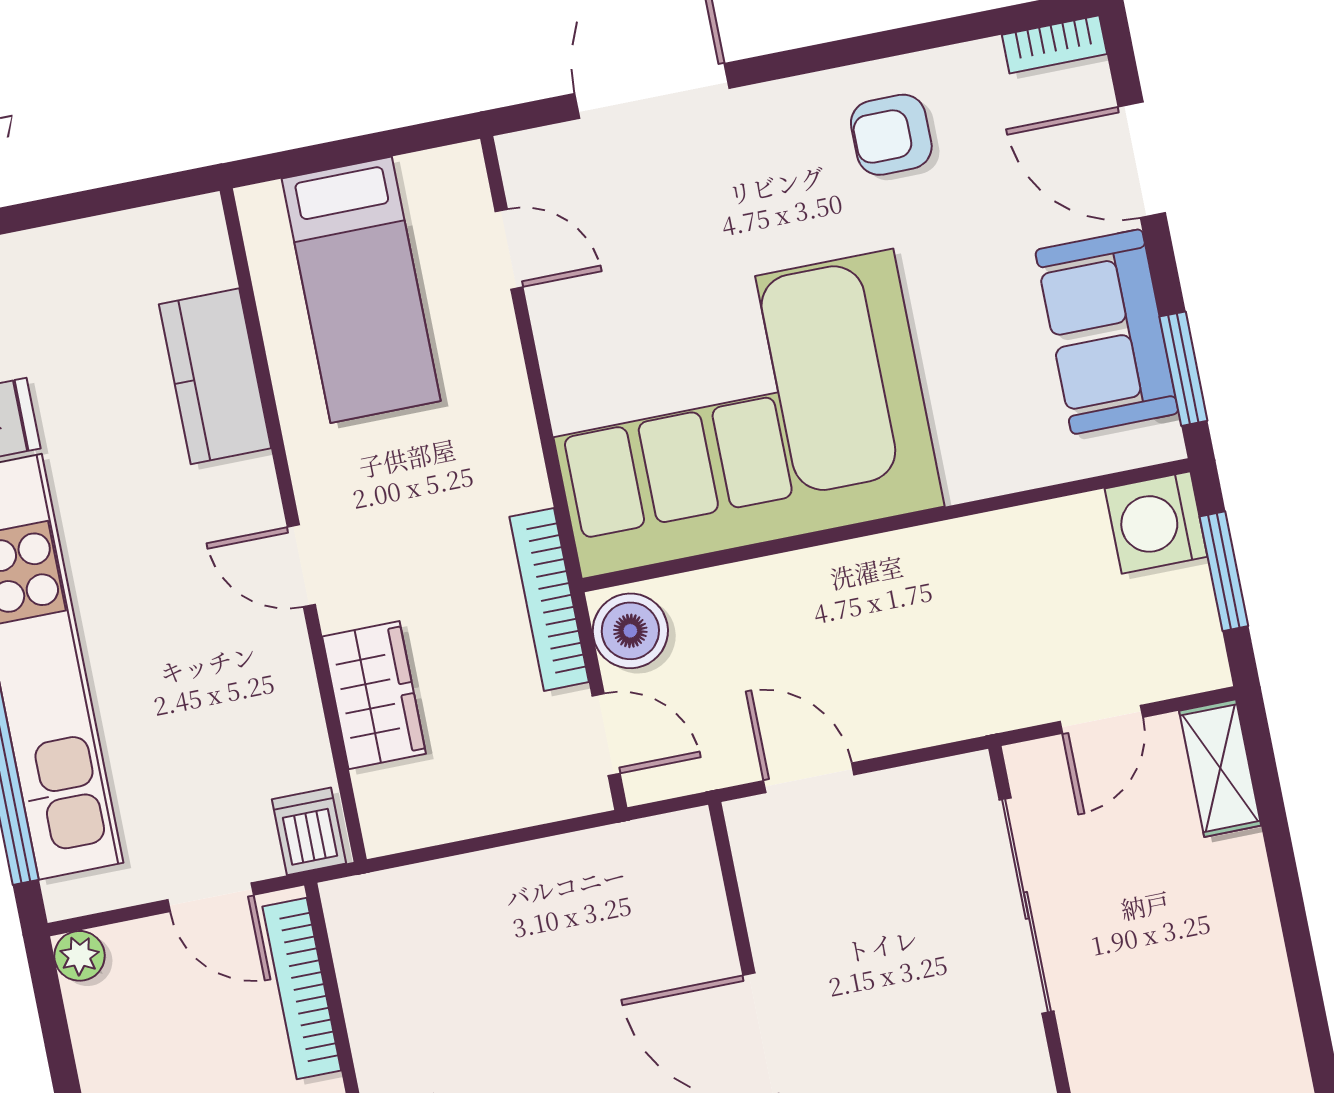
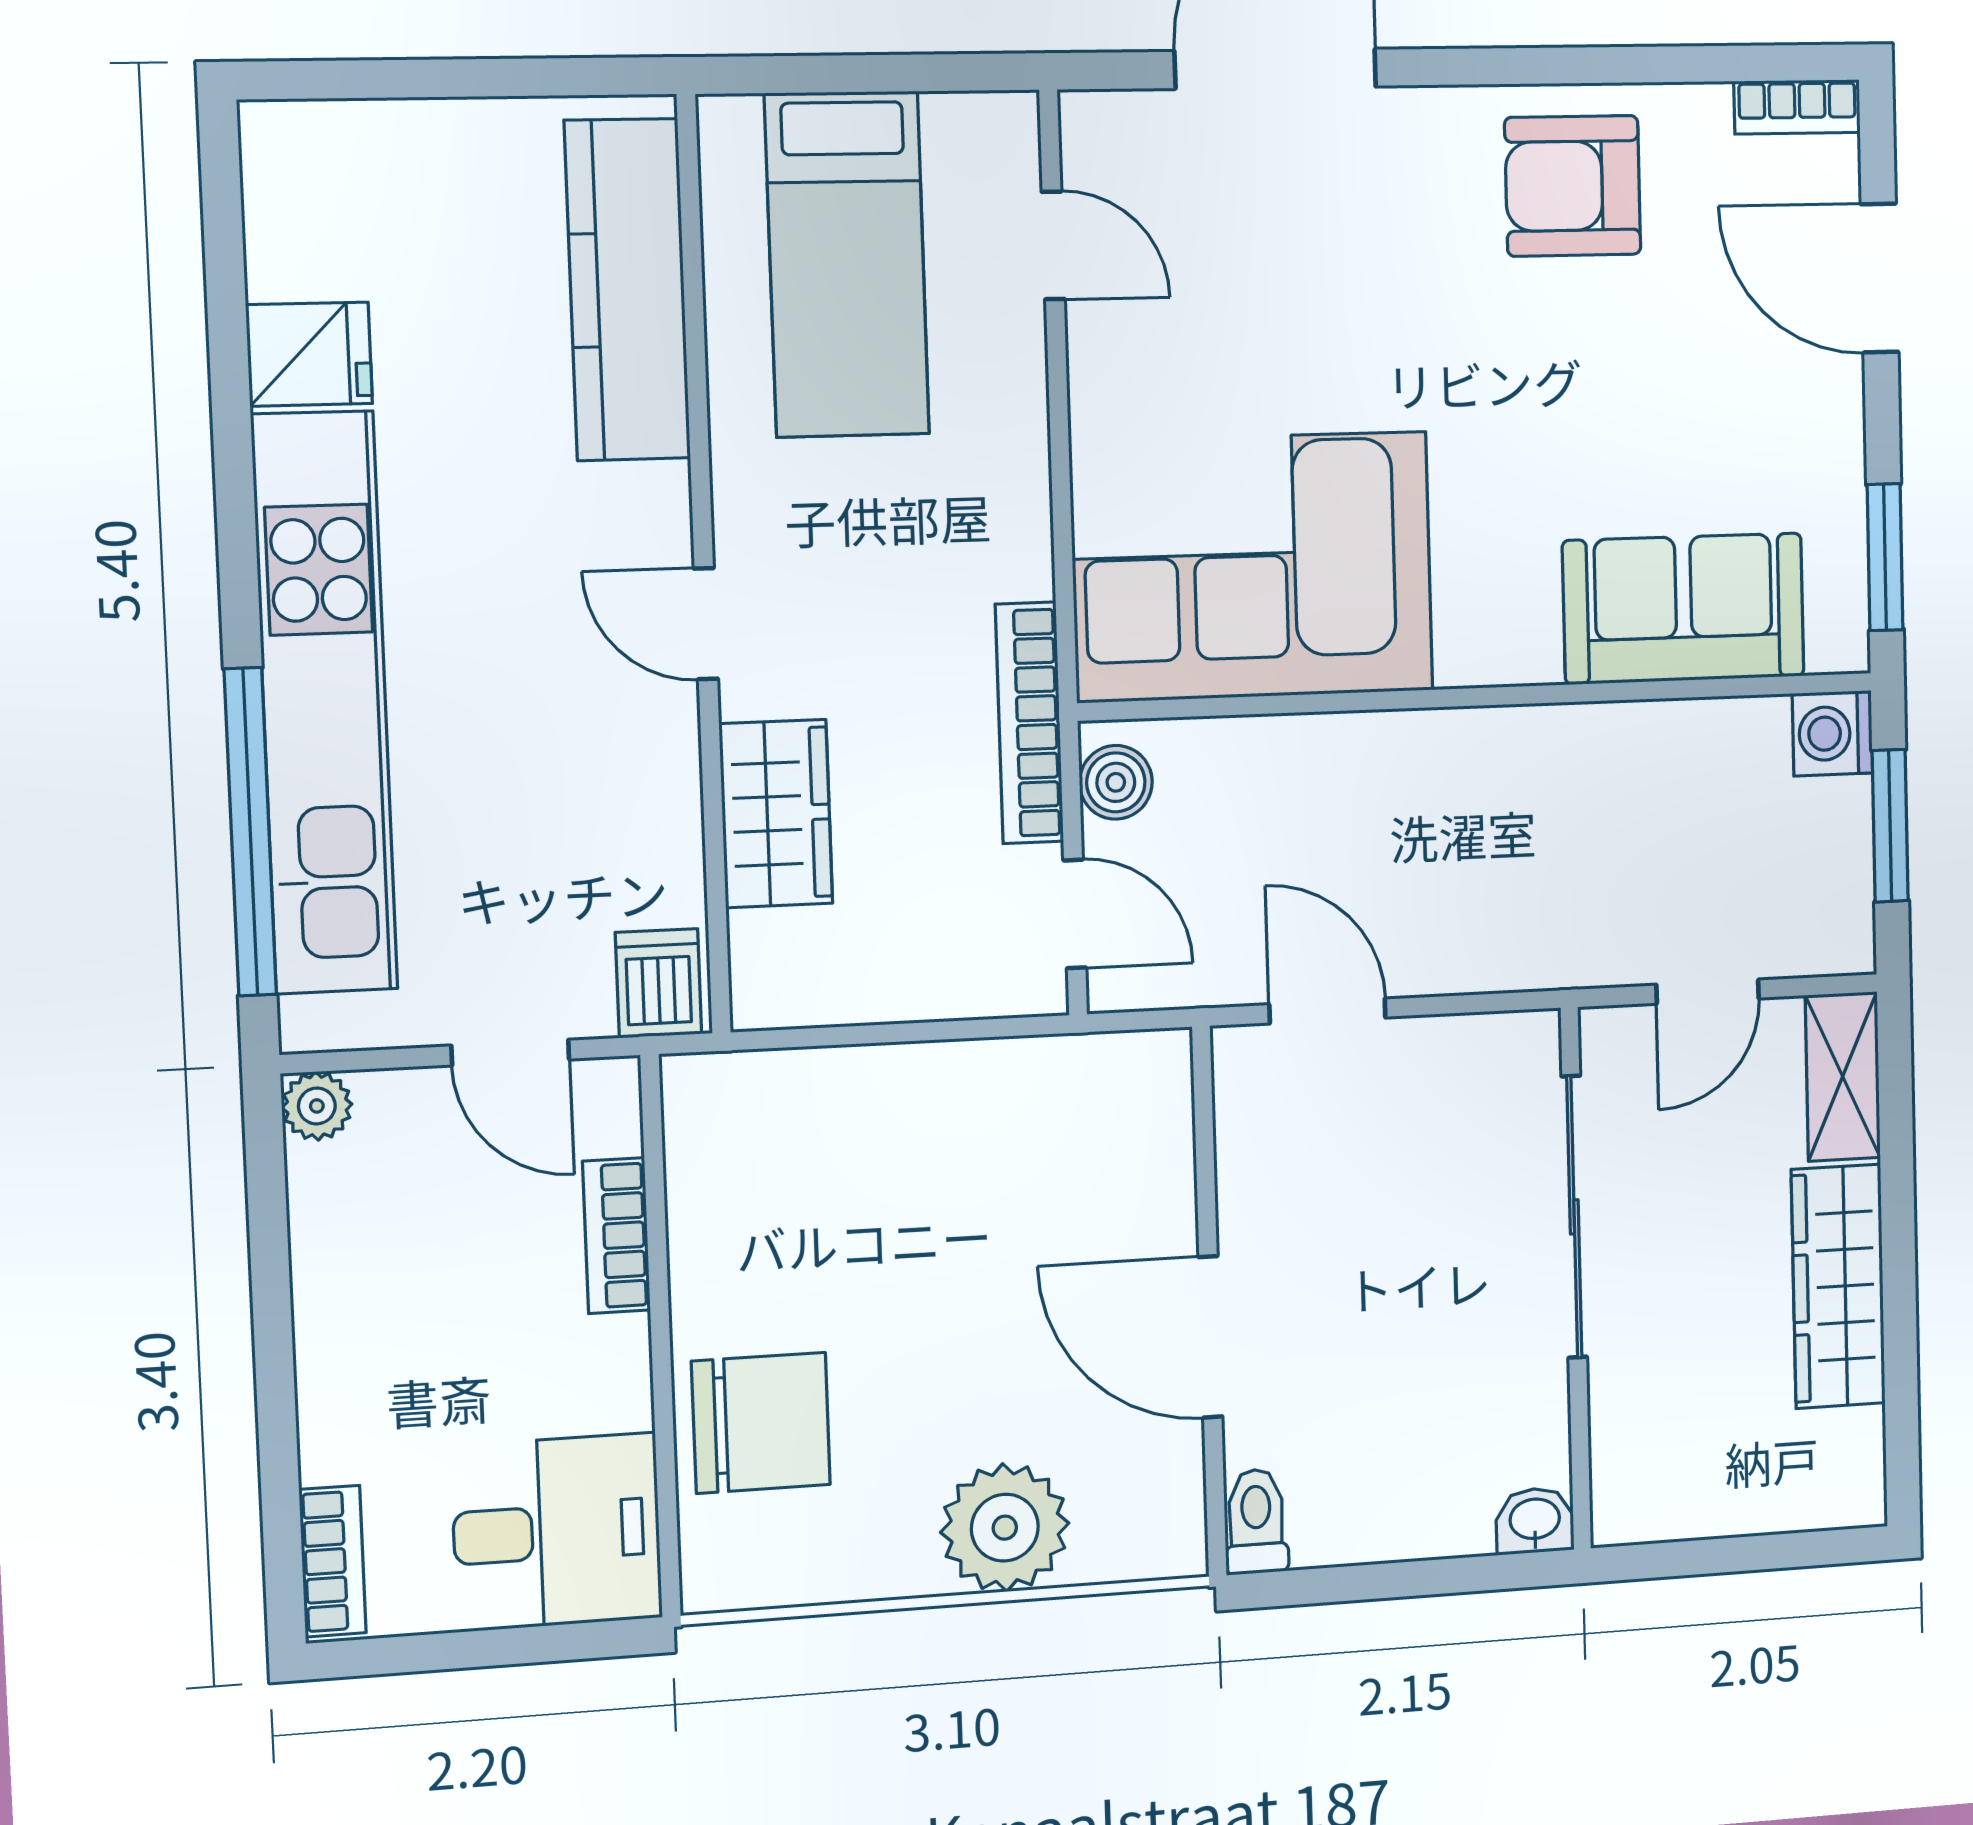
armchair: (891, 135) -> (1573, 186), width x1.38, depth x1.38
sofa: (1107, 332) -> (1684, 609), moved, turned 90
kitchen counter: (215, 376) -> (627, 290), width x1.50
corner sofa: (737, 414) -> (1252, 567), width x0.73, depth x0.74
washing machine: (1156, 523) -> (1832, 733), width x0.73, depth x0.73
boiler: (630, 631) -> (1116, 782), width x0.73, depth x0.73
wardrobe: (1245, 930) -> (1838, 1286), added
bookcase: (302, 988) -> (616, 1236), width x0.64

